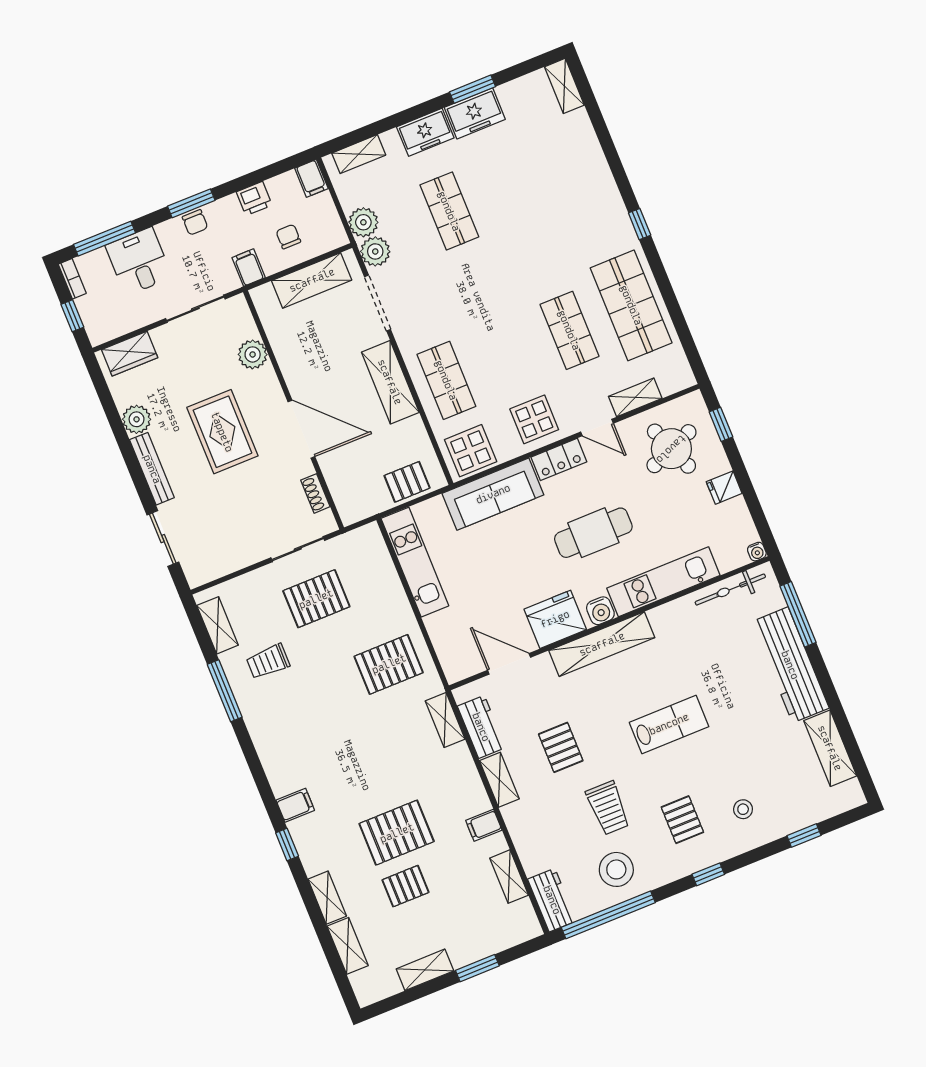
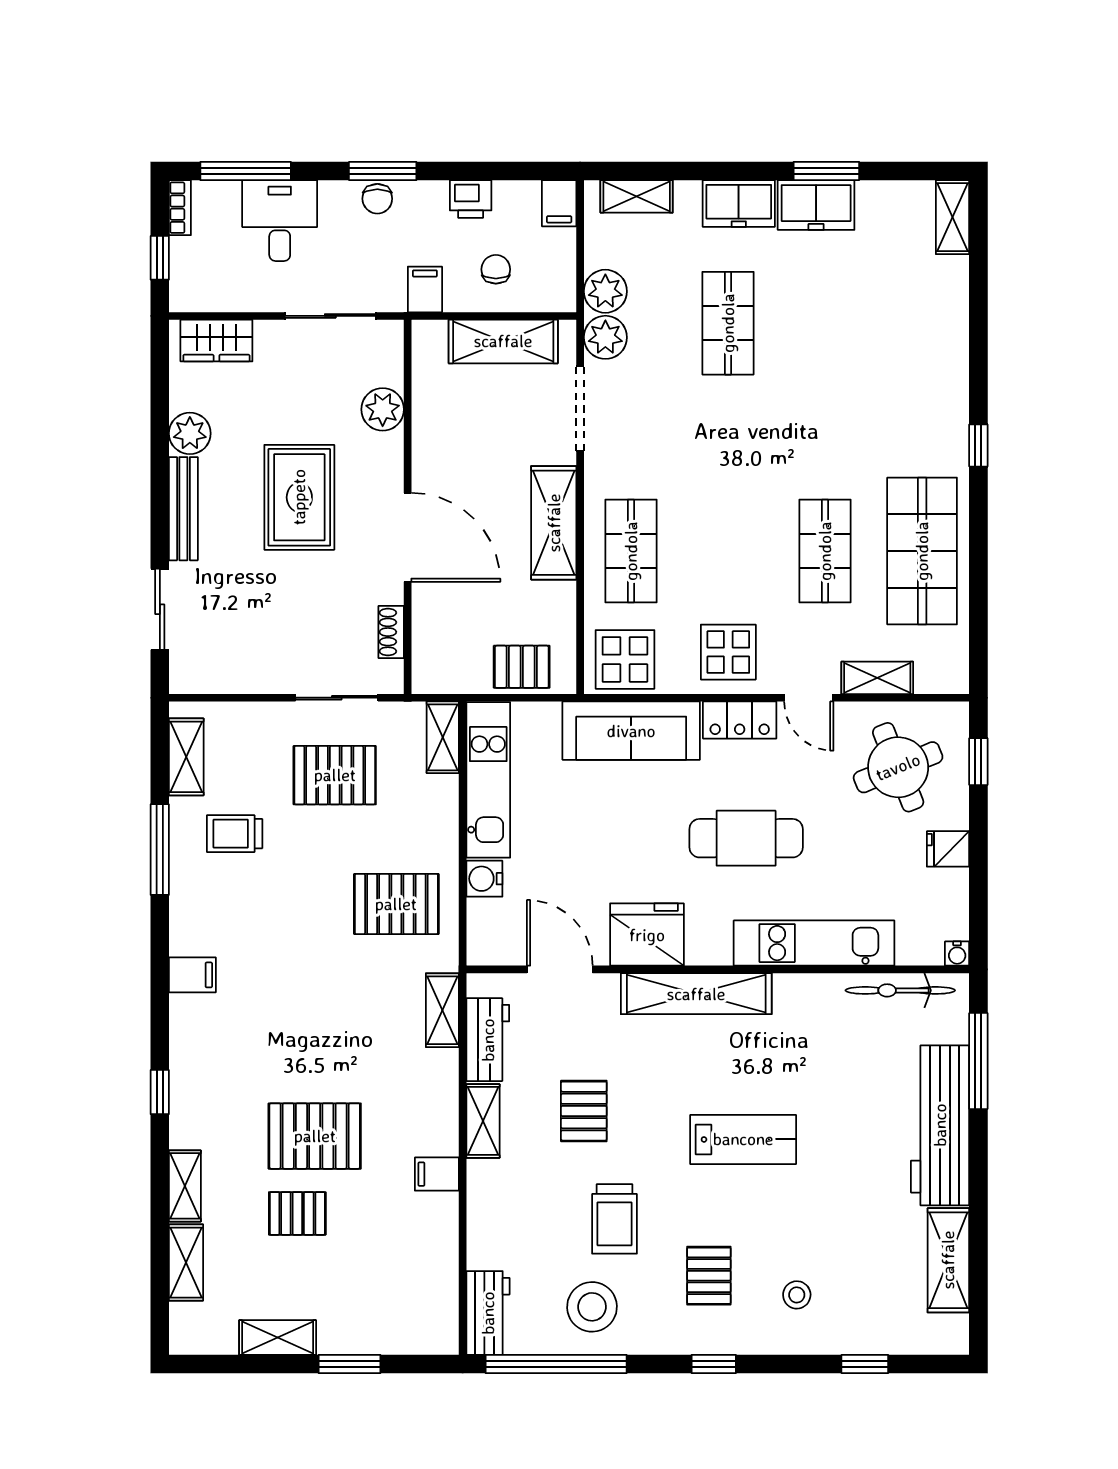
water cooler: (600, 611) -> (484, 879), moved, turned 90
filing cabinet: (295, 805) -> (192, 975), moved
shelving: (509, 877) -> (443, 737), moved

